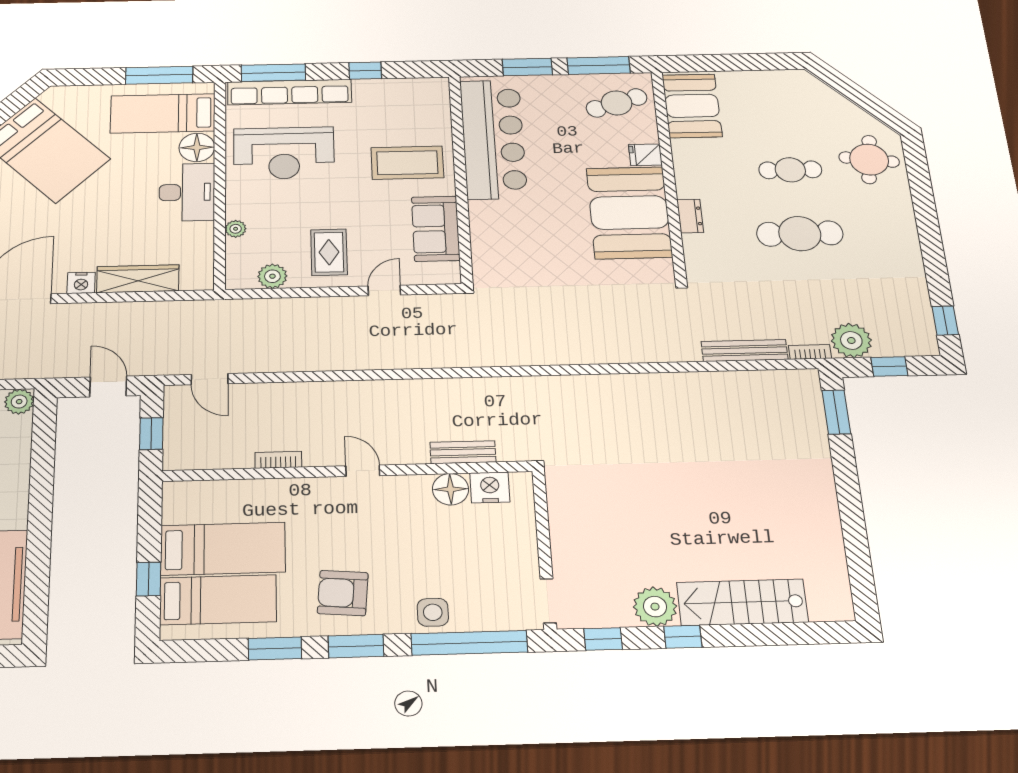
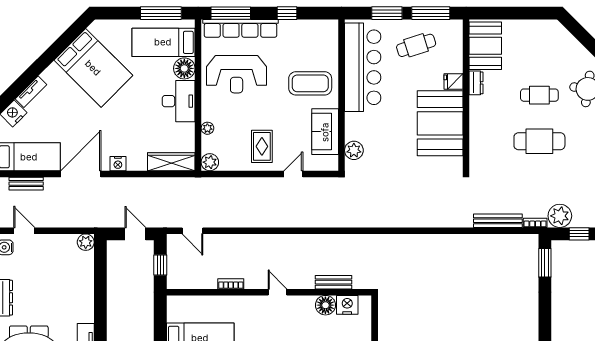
cafe table: (617, 103) -> (416, 45), moved
dresser: (690, 216) -> (476, 83), moved
plant: (486, 254) -> (354, 150), added
plant: (272, 276) -> (210, 162), moved
wardrobe: (138, 279) -> (171, 162), moved

